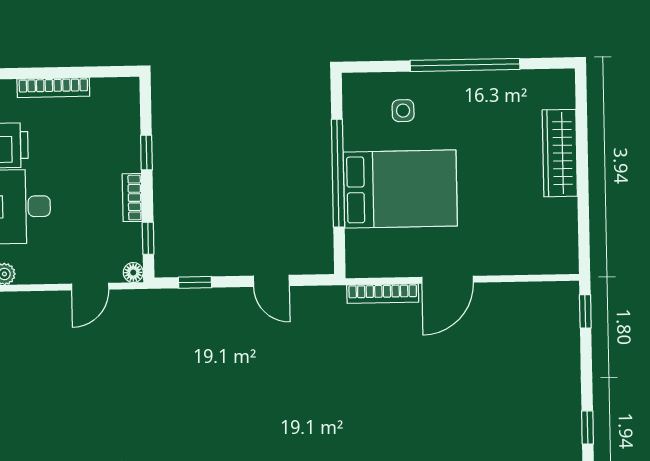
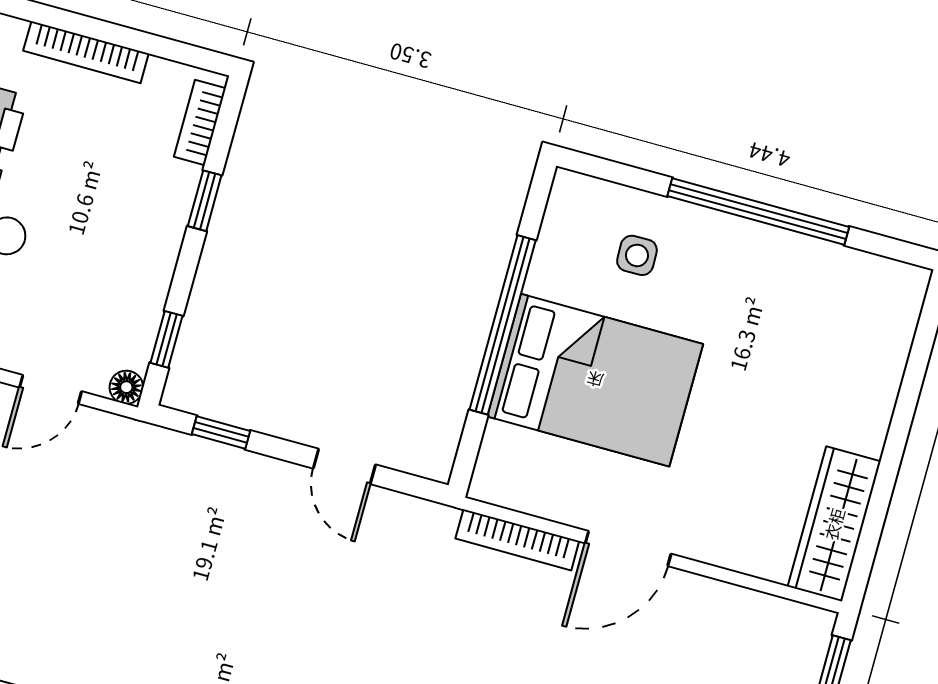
wardrobe: (560, 153) -> (834, 524), moved
bookcase: (132, 198) -> (200, 123), moved

